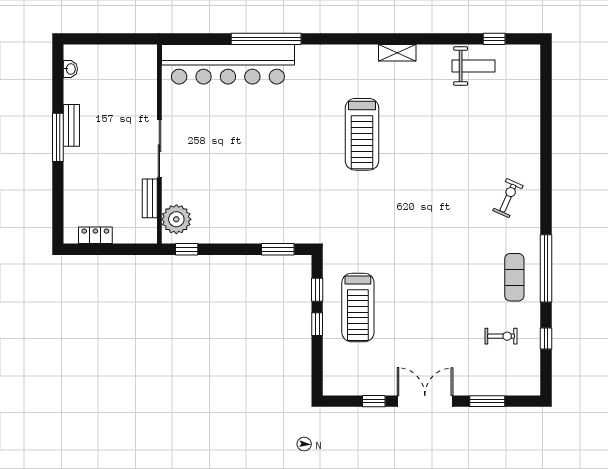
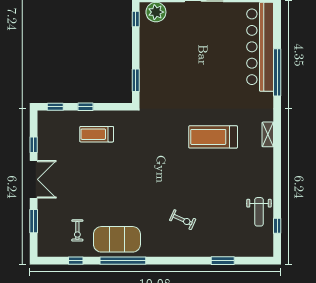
shelving: (397, 53) -> (268, 134), moved
window: (546, 120) -> (223, 261), added
exercise bike: (508, 198) -> (183, 220), moved
exercise mat: (514, 277) -> (117, 239), width x2.00, depth x1.45
window: (317, 290) -> (55, 107), moved
treadmill: (358, 308) -> (97, 134), width x0.73, depth x0.73

